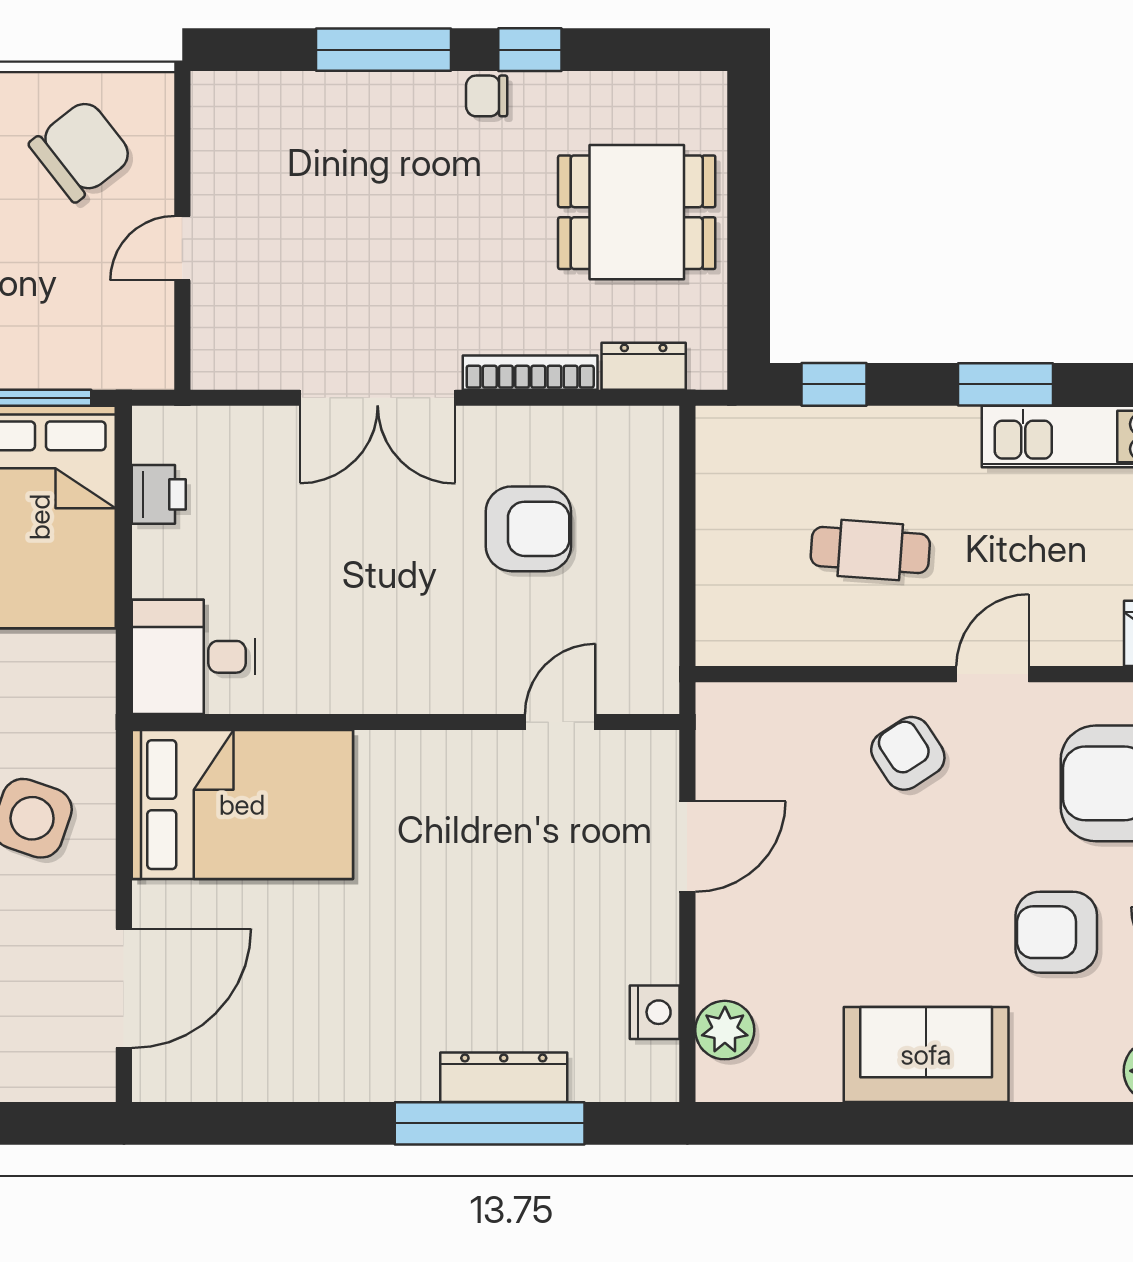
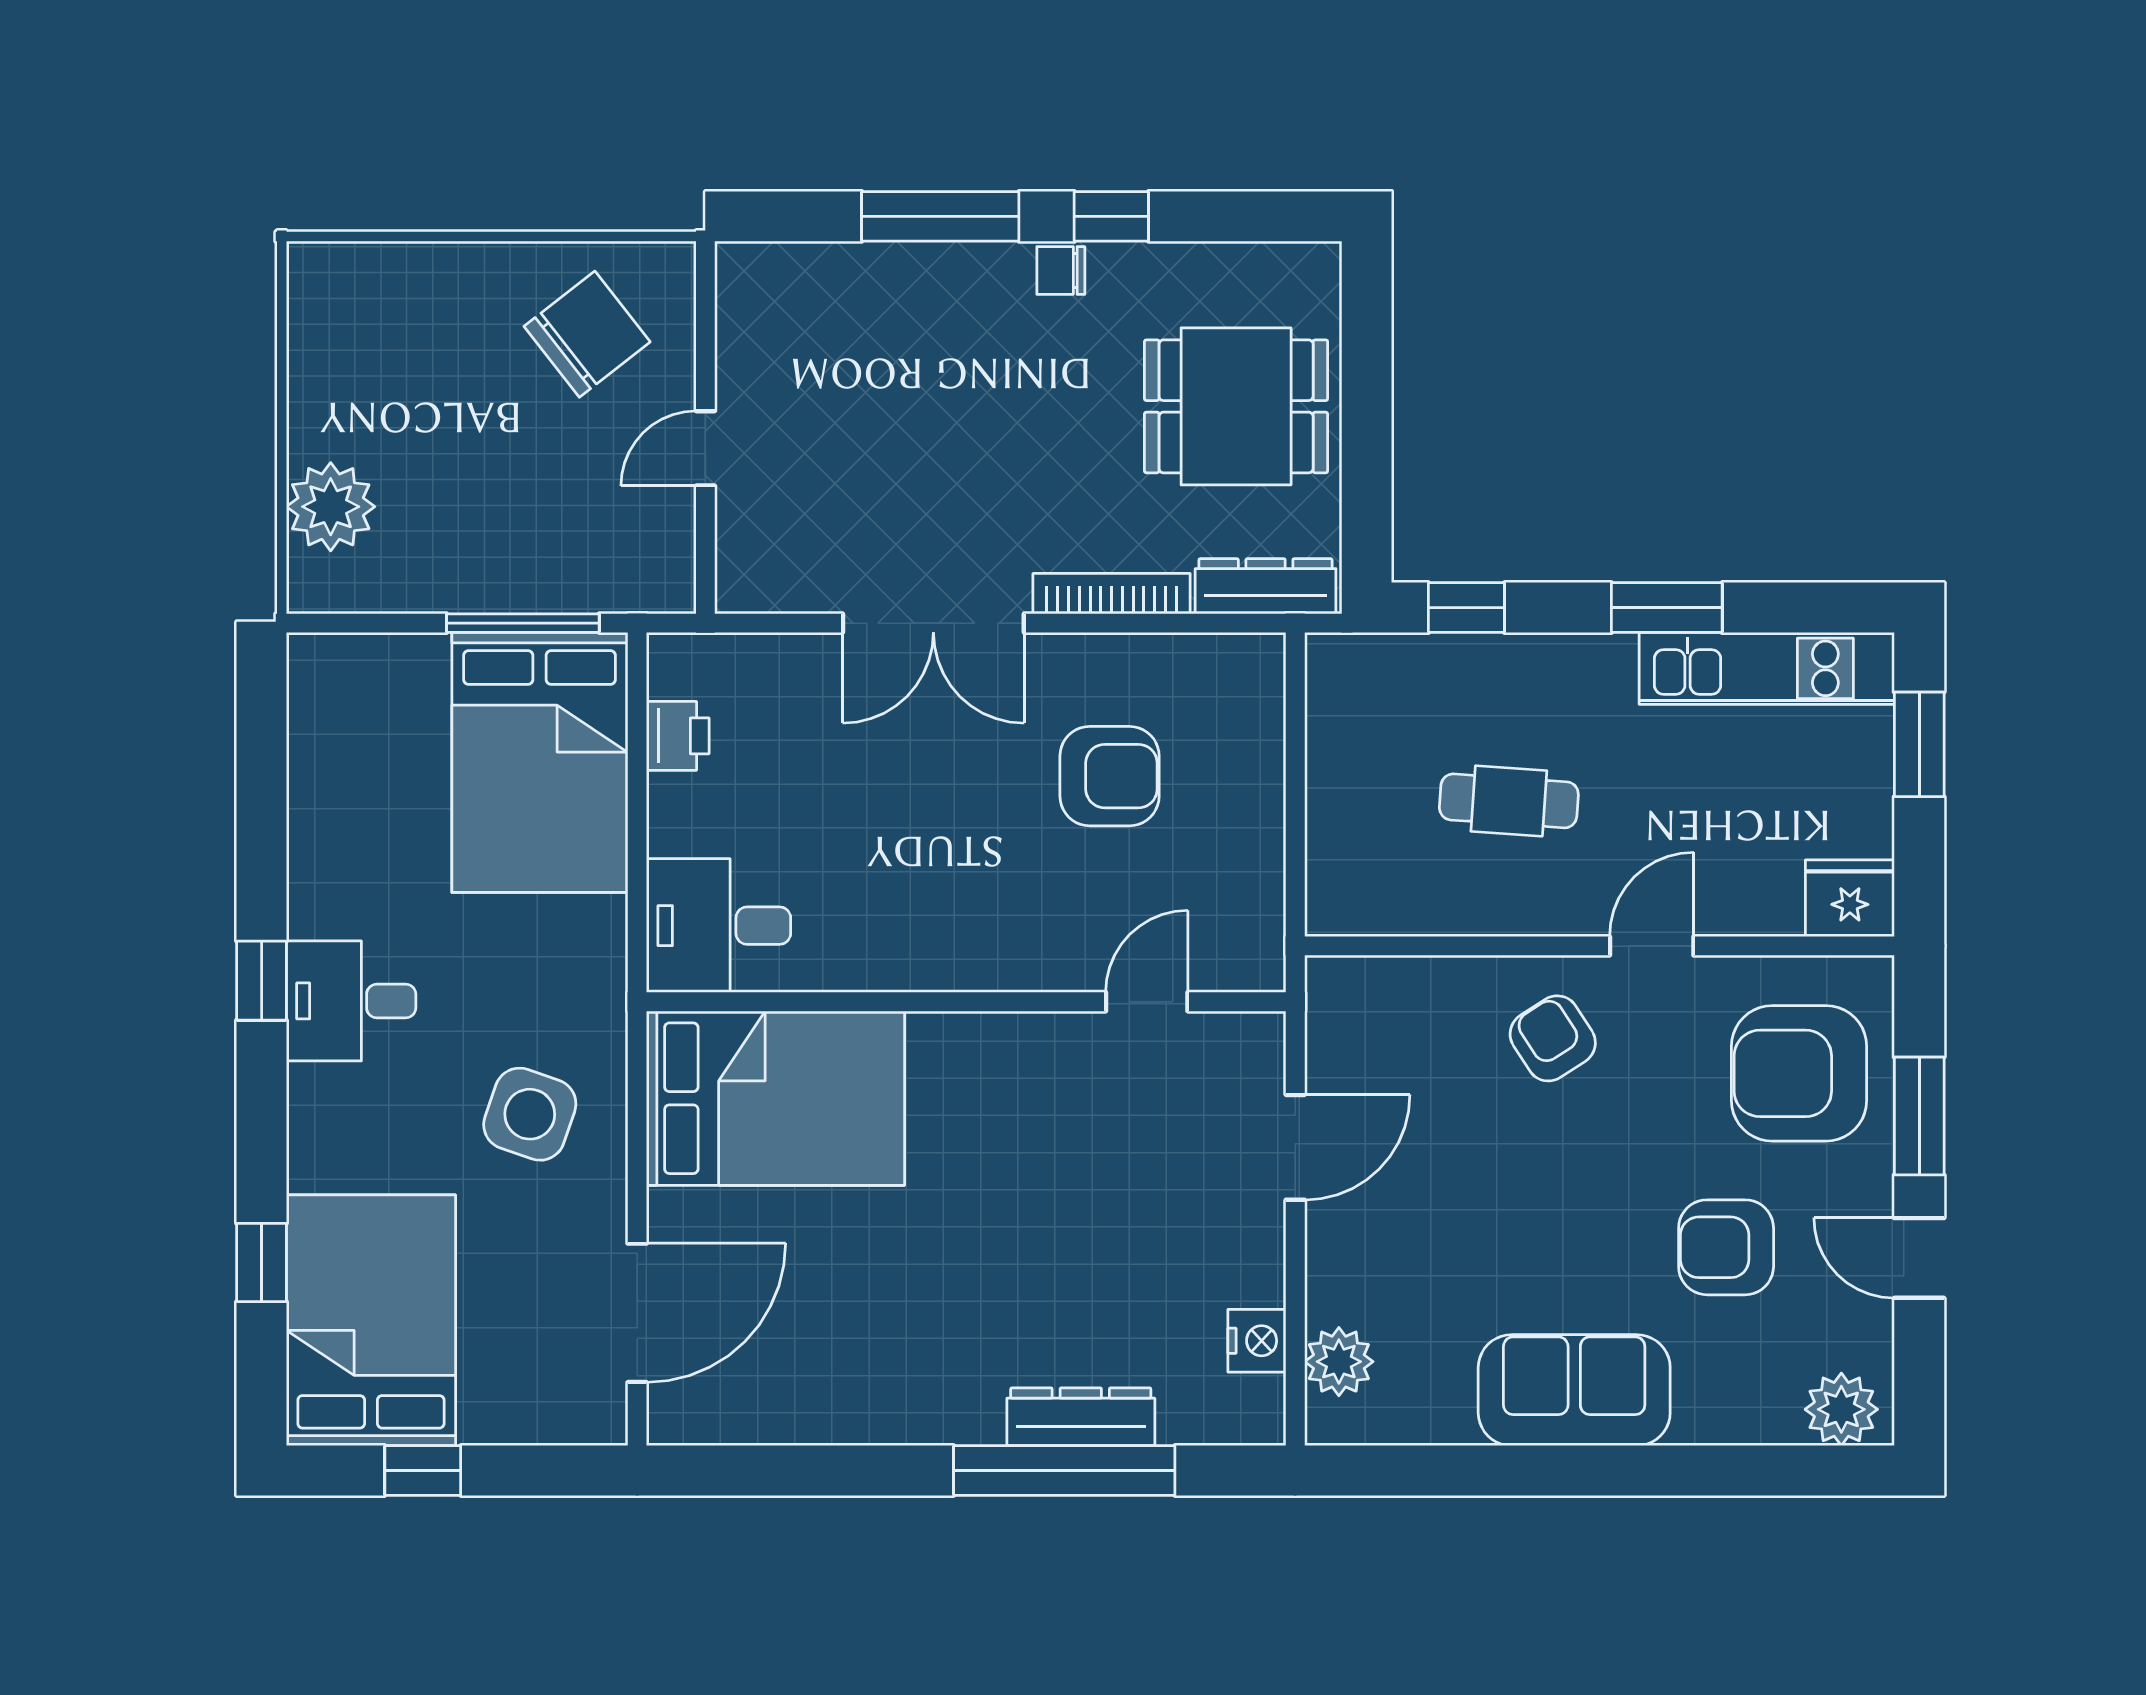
dresser: (644, 366) -> (1266, 586), width x1.44

